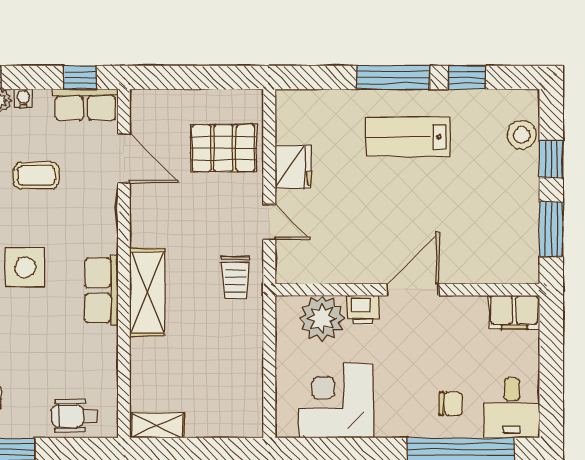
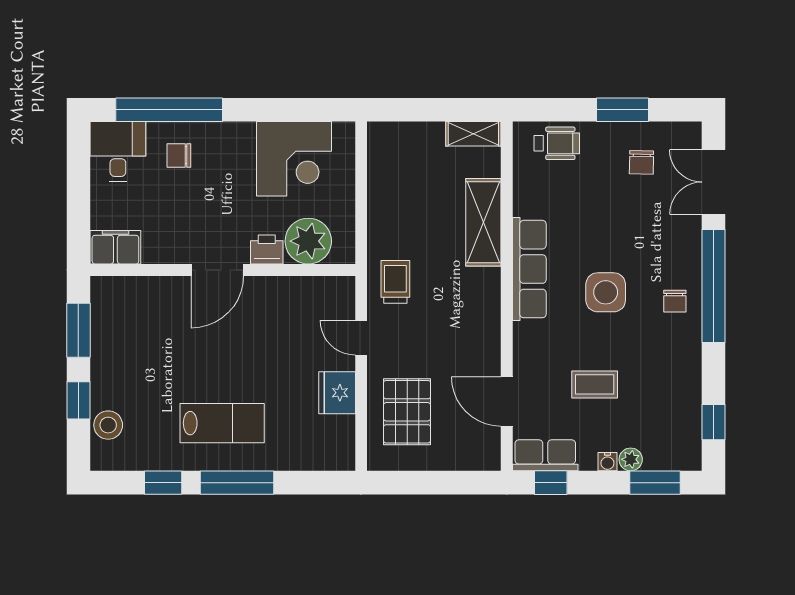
pallet: (223, 148) -> (407, 412), turned 90
row of seats: (101, 290) -> (529, 269), width x1.48
shelving: (147, 292) -> (483, 222), moved

